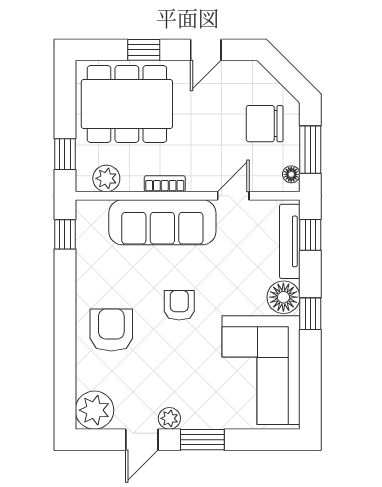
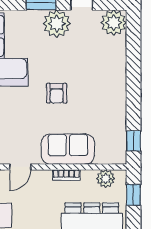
sofa: (162, 222) -> (68, 149), width x0.73
armchair: (111, 330) -> (102, 77), removed
plant: (169, 418) -> (57, 24), width x1.87, depth x1.87

